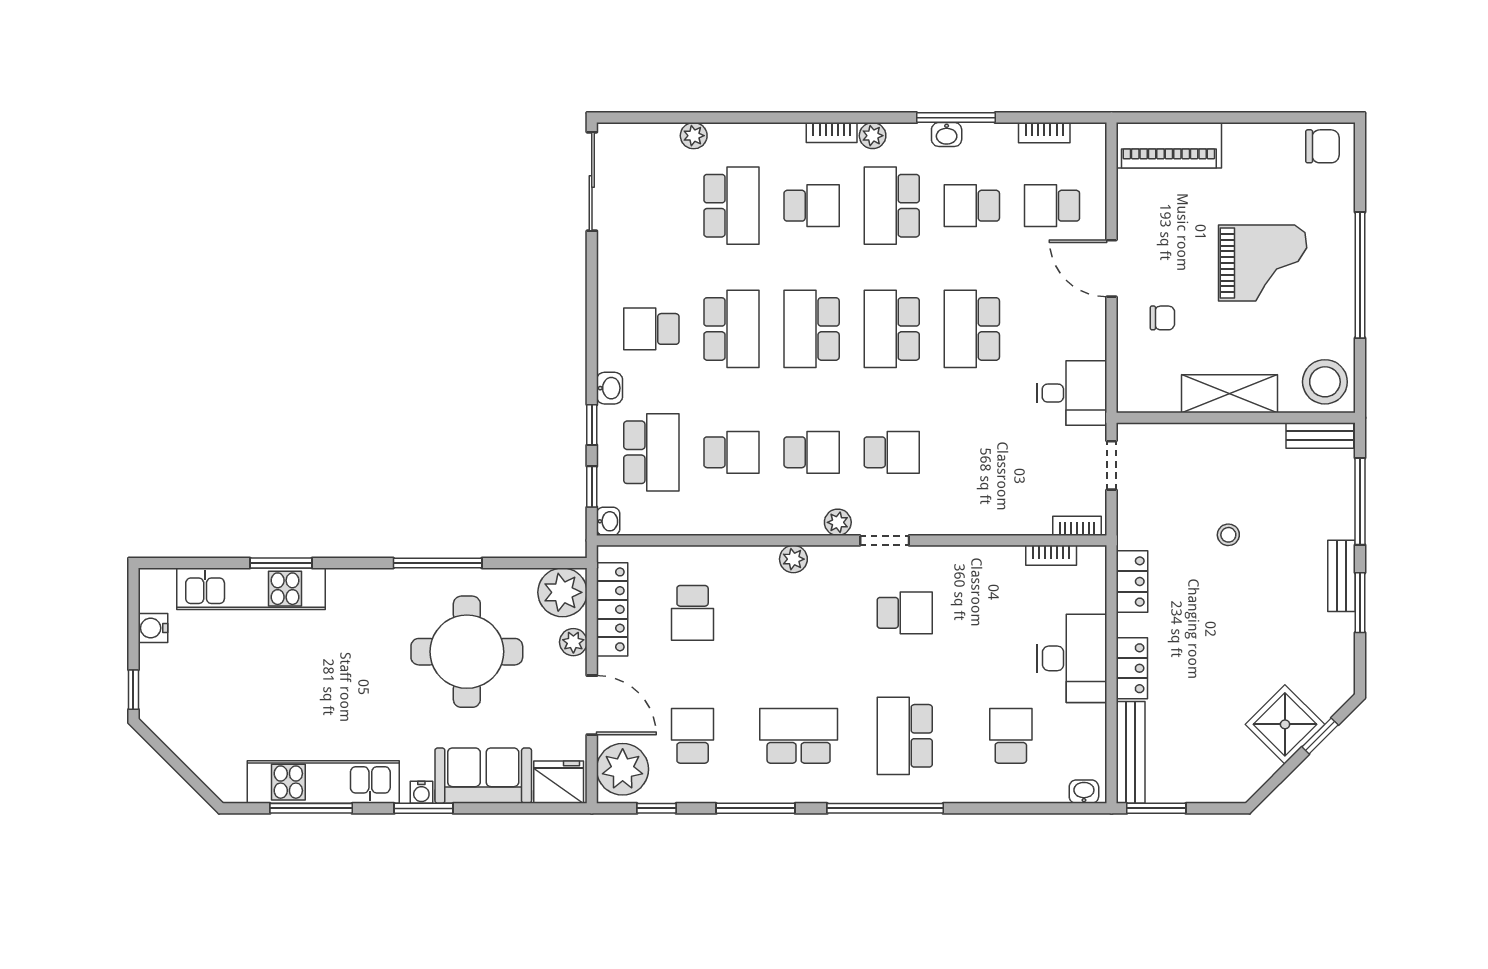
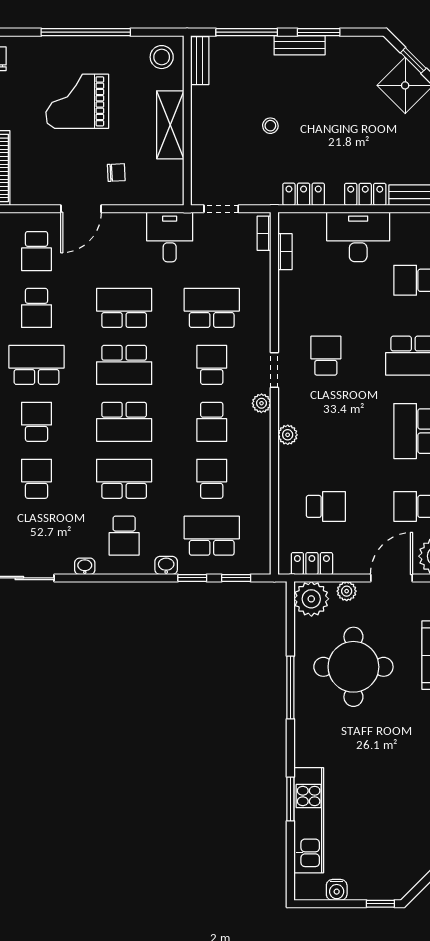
school desk: (731, 206) -> (37, 479), width x0.54
school desk: (892, 206) -> (37, 365), turned 180
grand piano: (1263, 263) -> (77, 101), turned -90
chair: (1162, 318) -> (116, 173), turned 87
school desk: (972, 329) -> (124, 308), turned 180
stool: (1325, 382) -> (162, 57), width x0.73, depth x0.73
school desk: (812, 452) -> (212, 422), turned 180
school desk: (972, 452) -> (212, 308), added
washbasin: (608, 521) -> (85, 566), moved
locker: (612, 609) -> (312, 564), width x0.66

